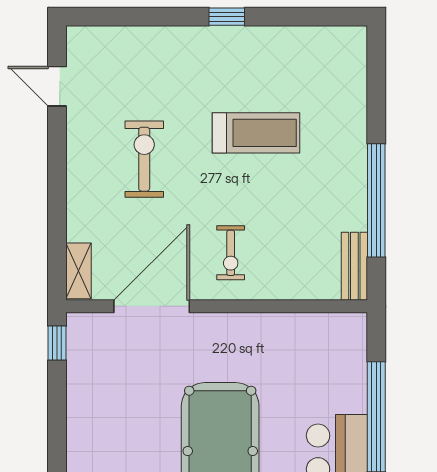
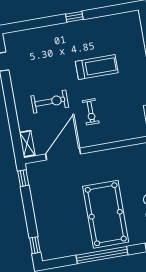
exercise bike: (144, 159) -> (50, 102), moved, turned 90
exercise bike: (231, 253) -> (91, 112), moved

